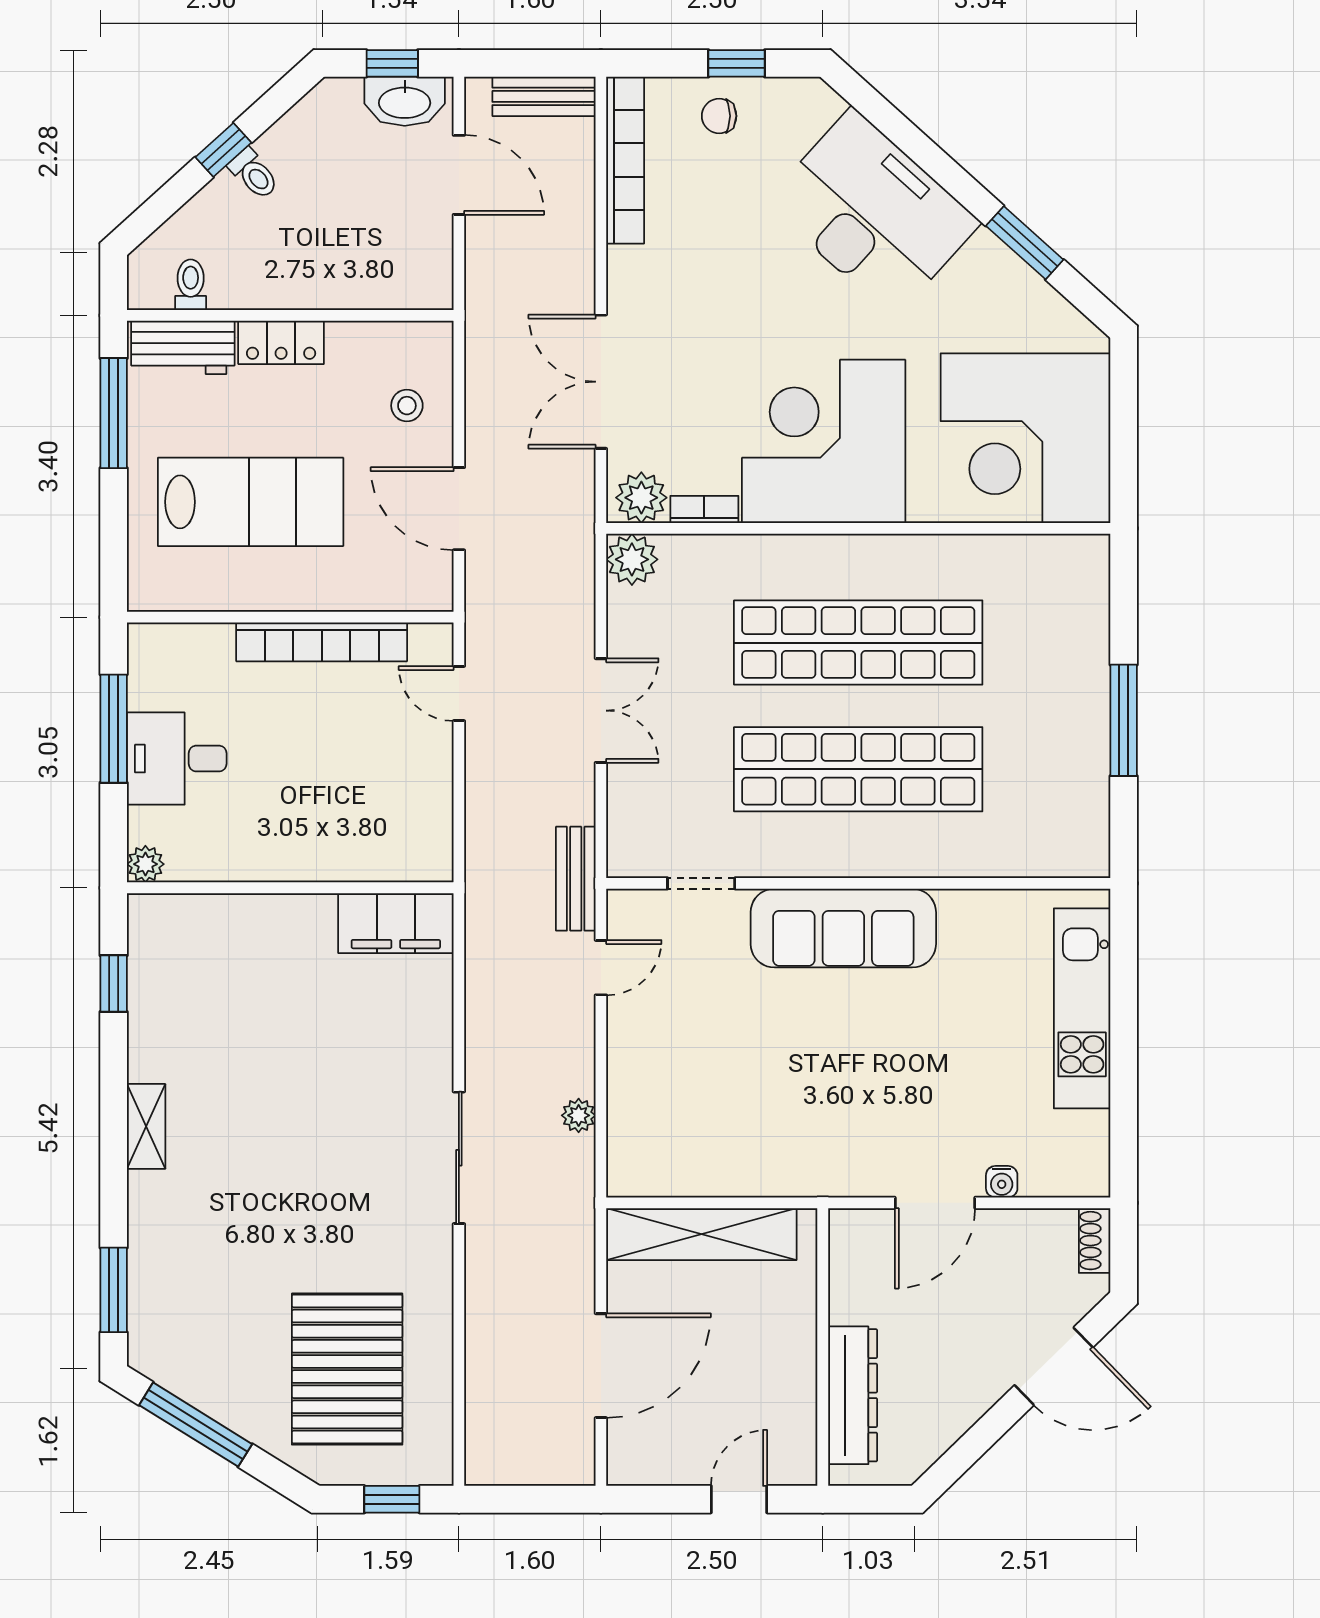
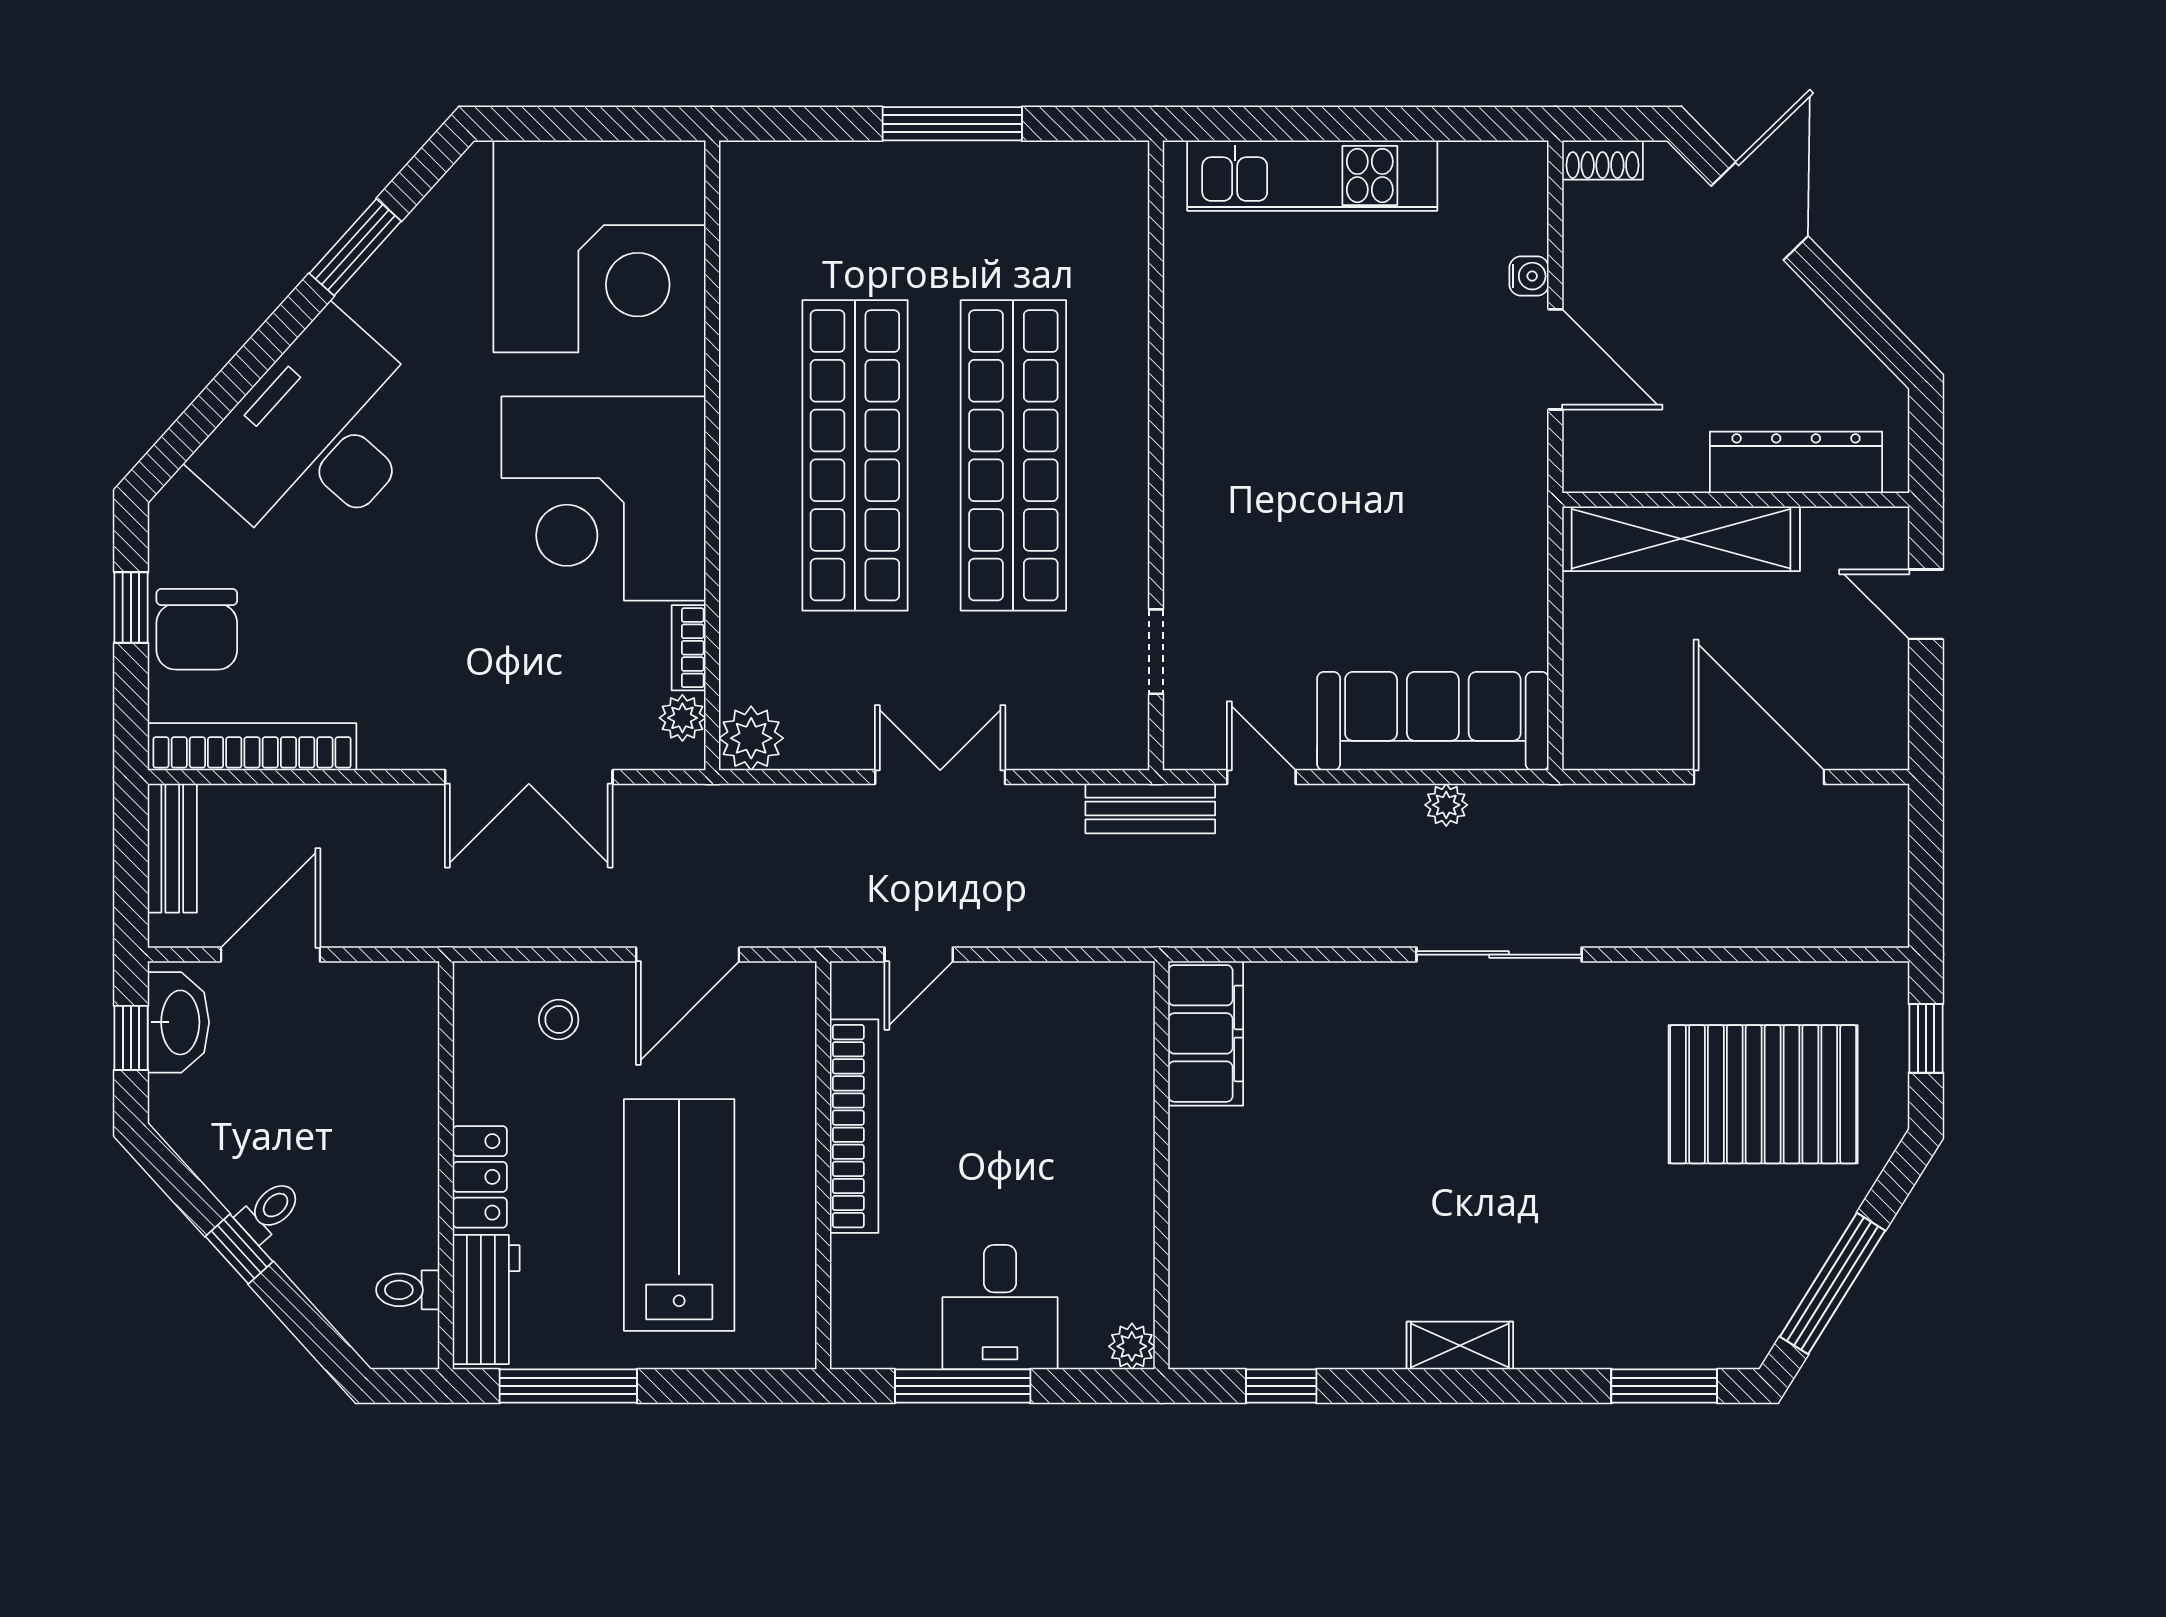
chair: (719, 116) -> (197, 629), width x1.87, depth x1.87
plant: (641, 498) -> (682, 718), width x0.73, depth x0.73
sofa: (843, 928) -> (1433, 721), moved, turned -90
shelving: (702, 1234) -> (1681, 539), moved, turned 90

